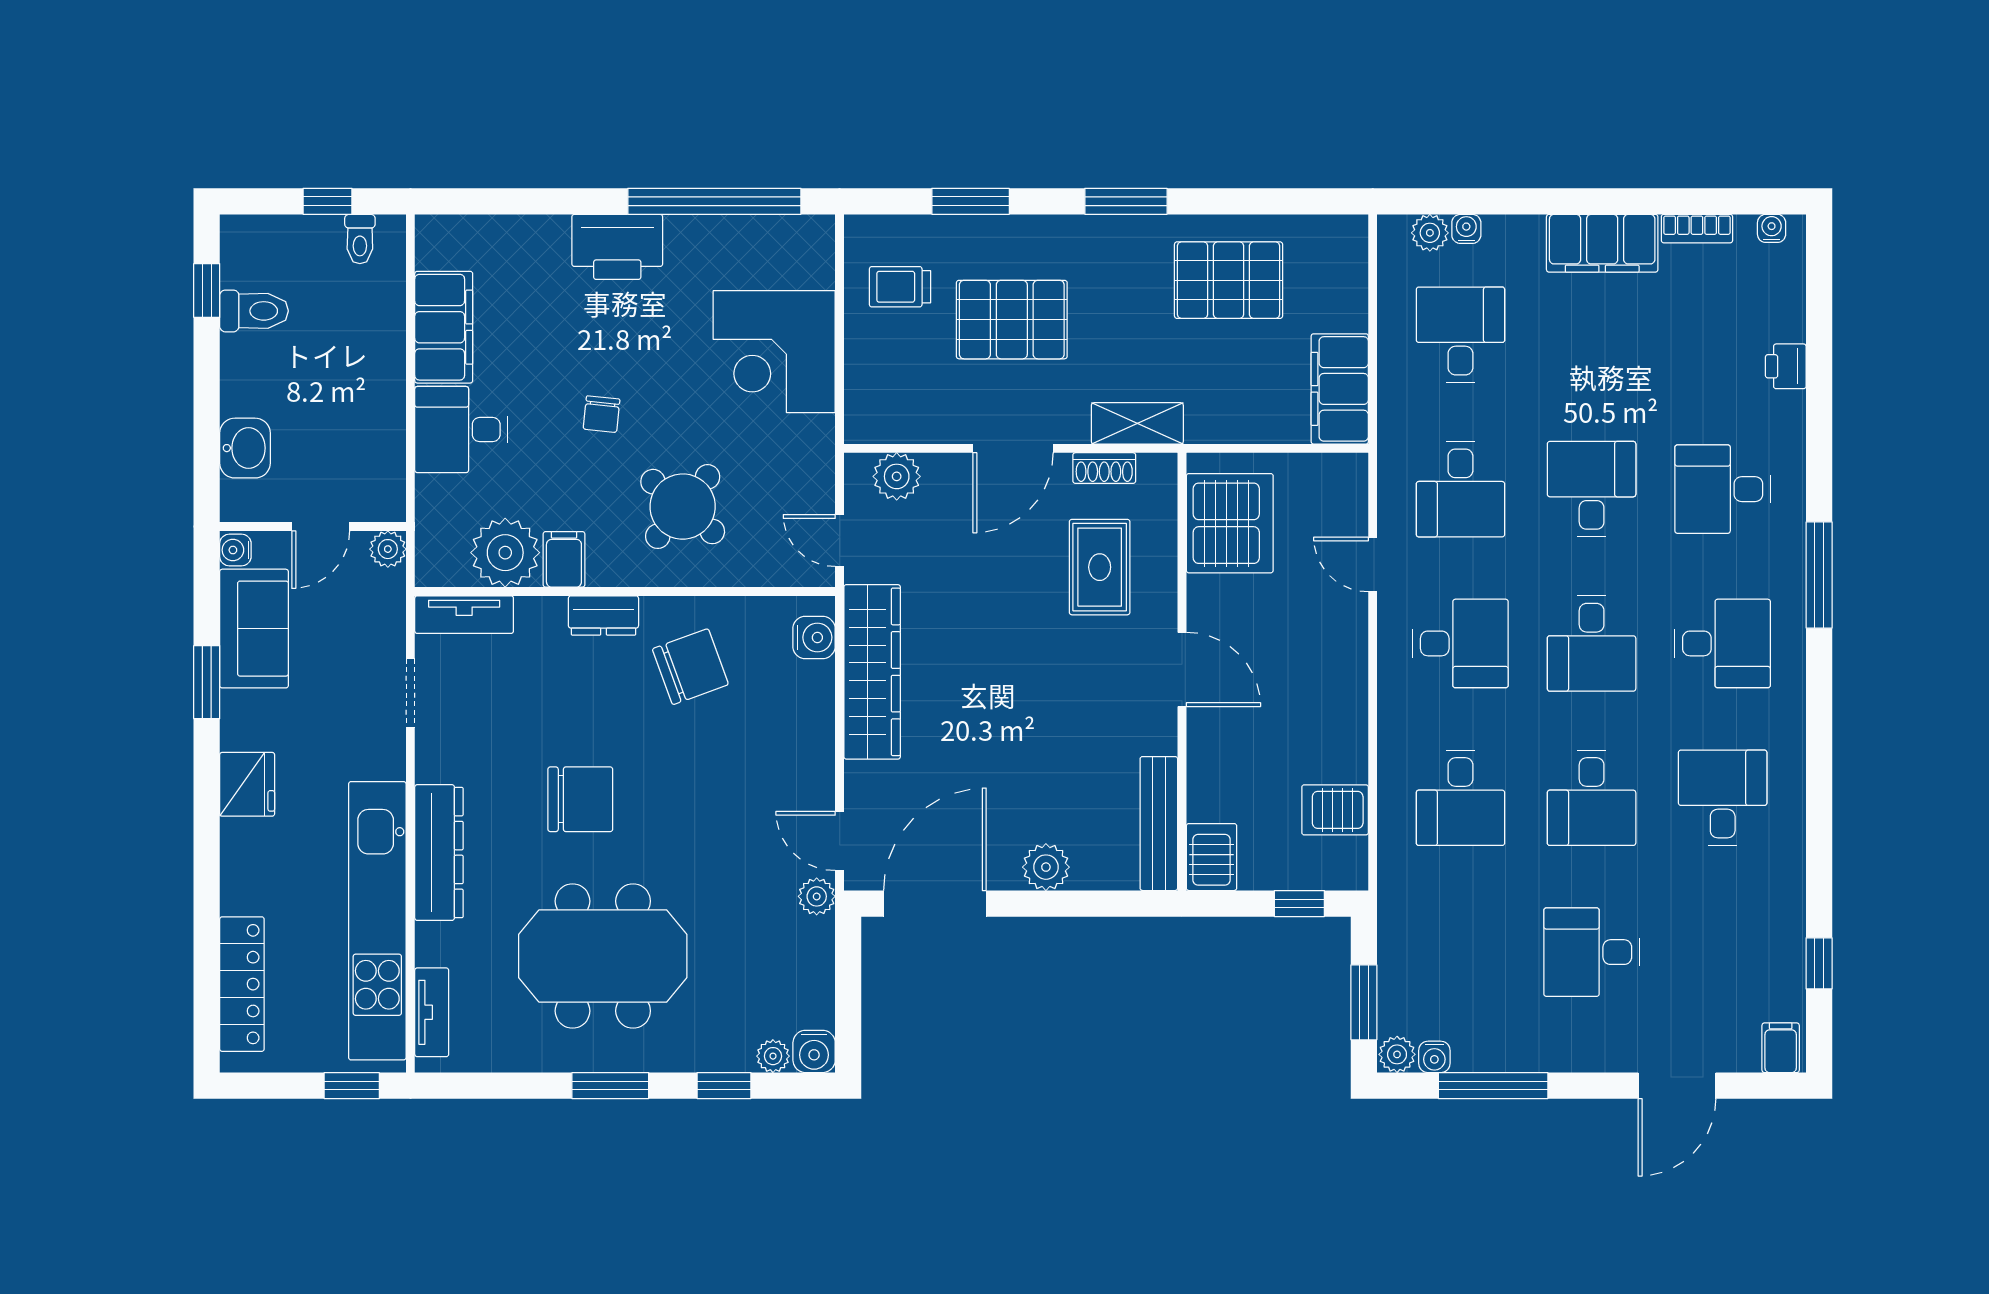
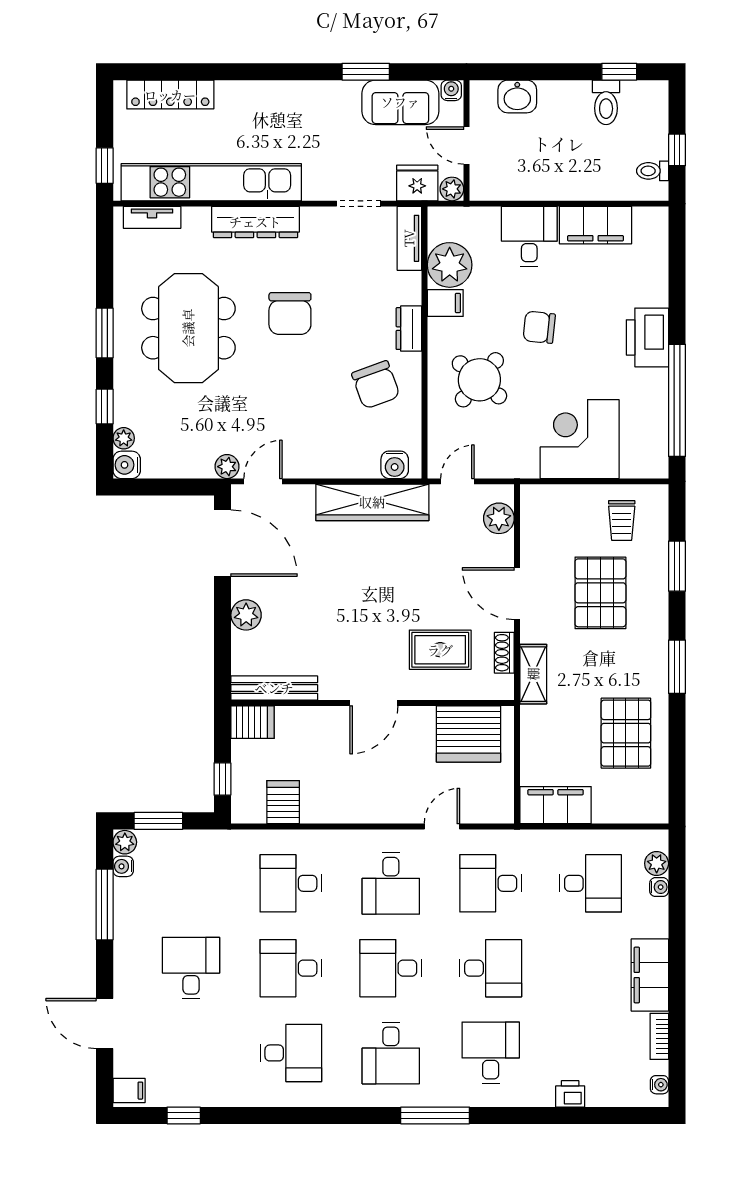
trolley: (900, 287) -> (622, 520), turned 180
chair: (602, 414) -> (539, 327), width x1.37, depth x1.37
fridge: (247, 784) -> (417, 183), moved, turned 180

